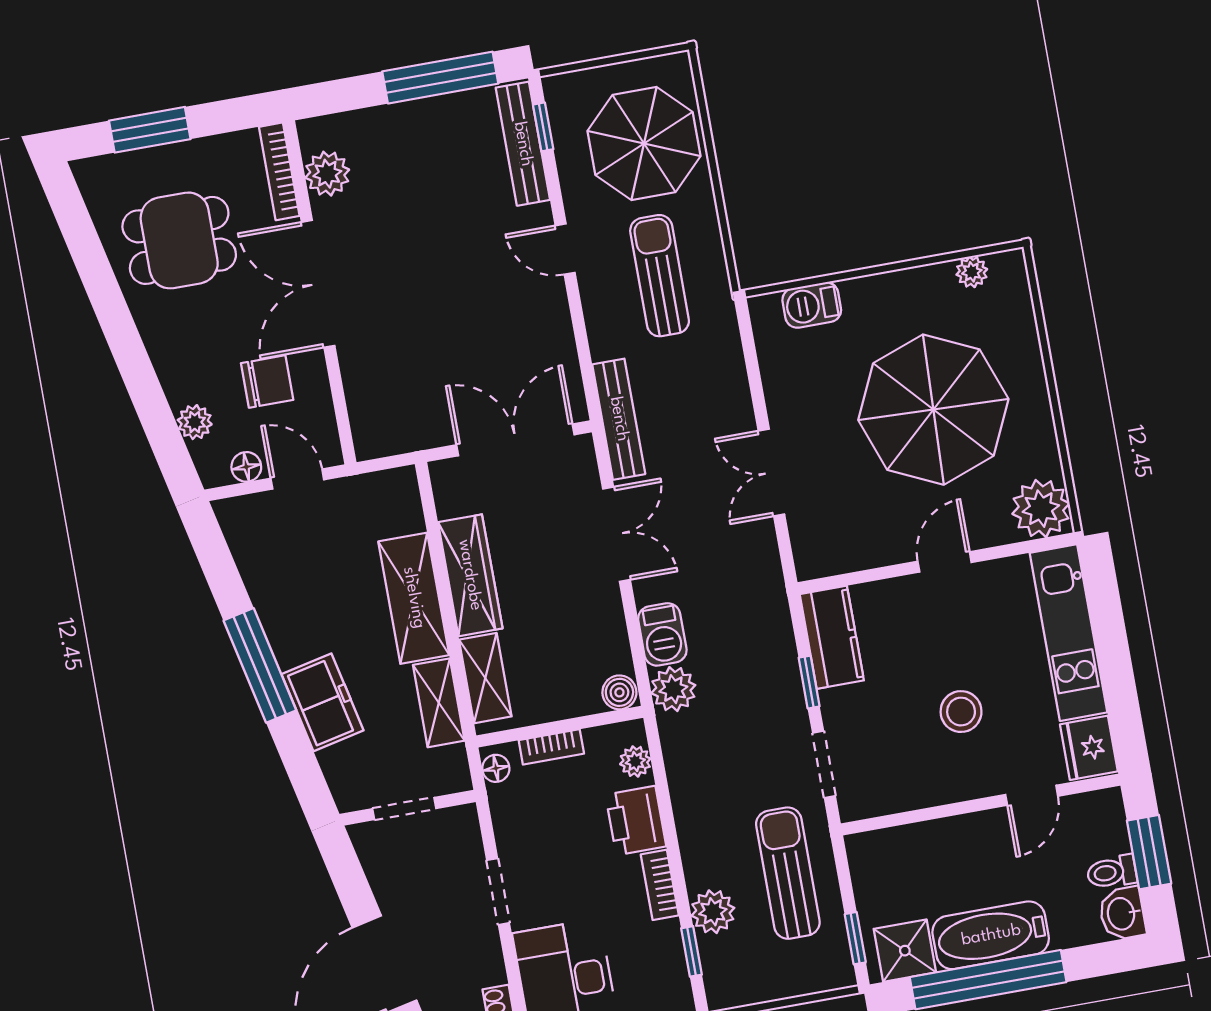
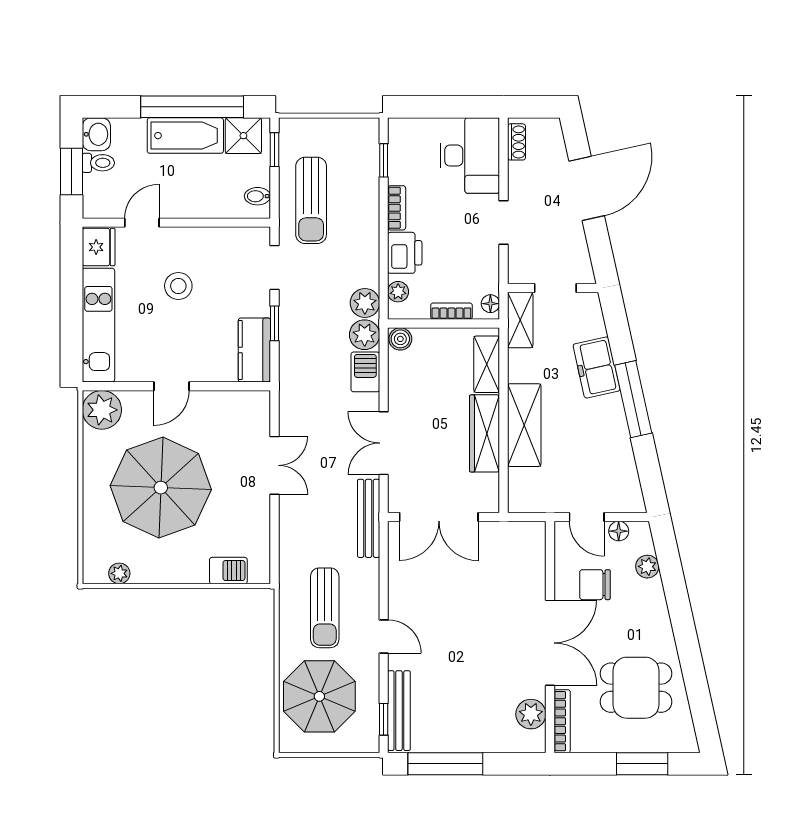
shelving: (439, 703) -> (520, 320), moved
bidet: (868, 865) -> (257, 196), added
plant: (713, 912) -> (365, 303), moved

